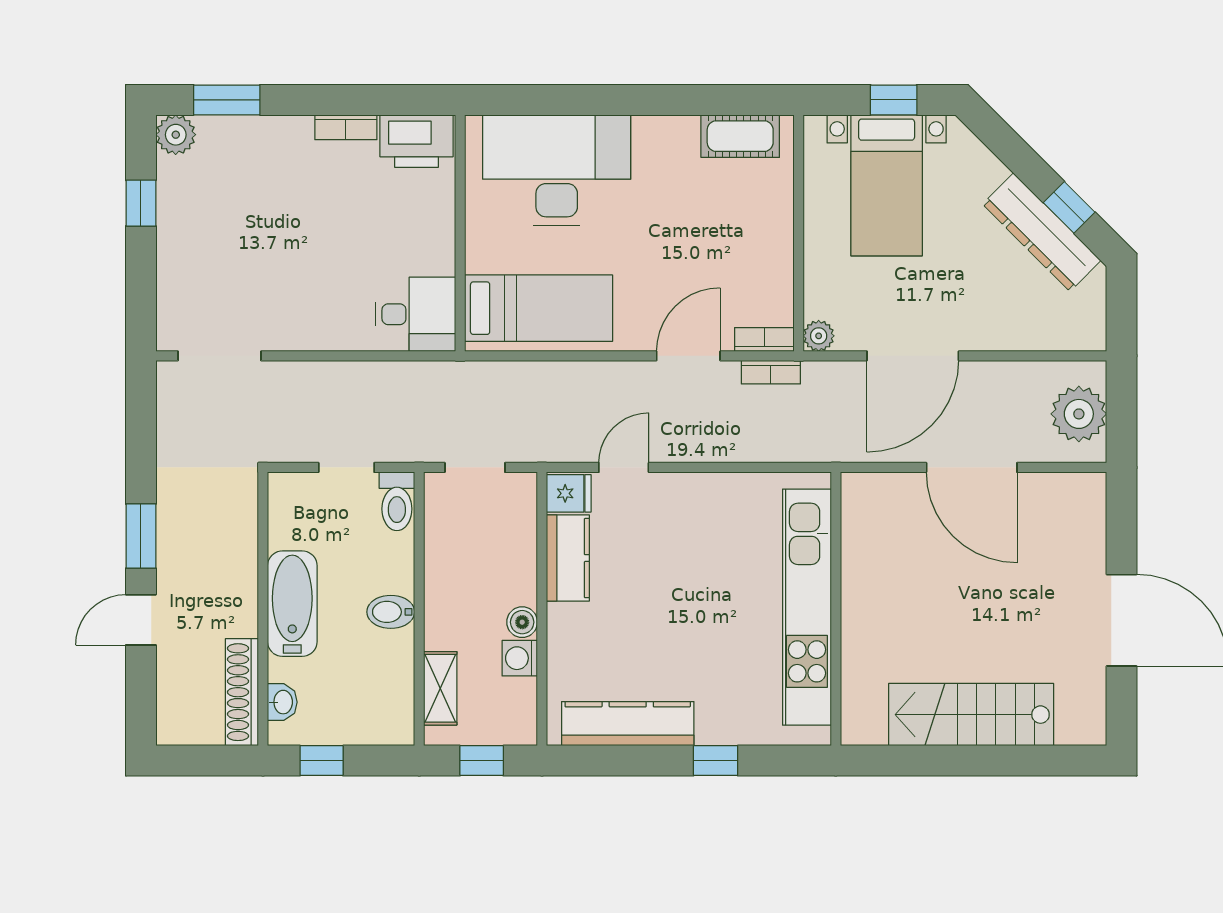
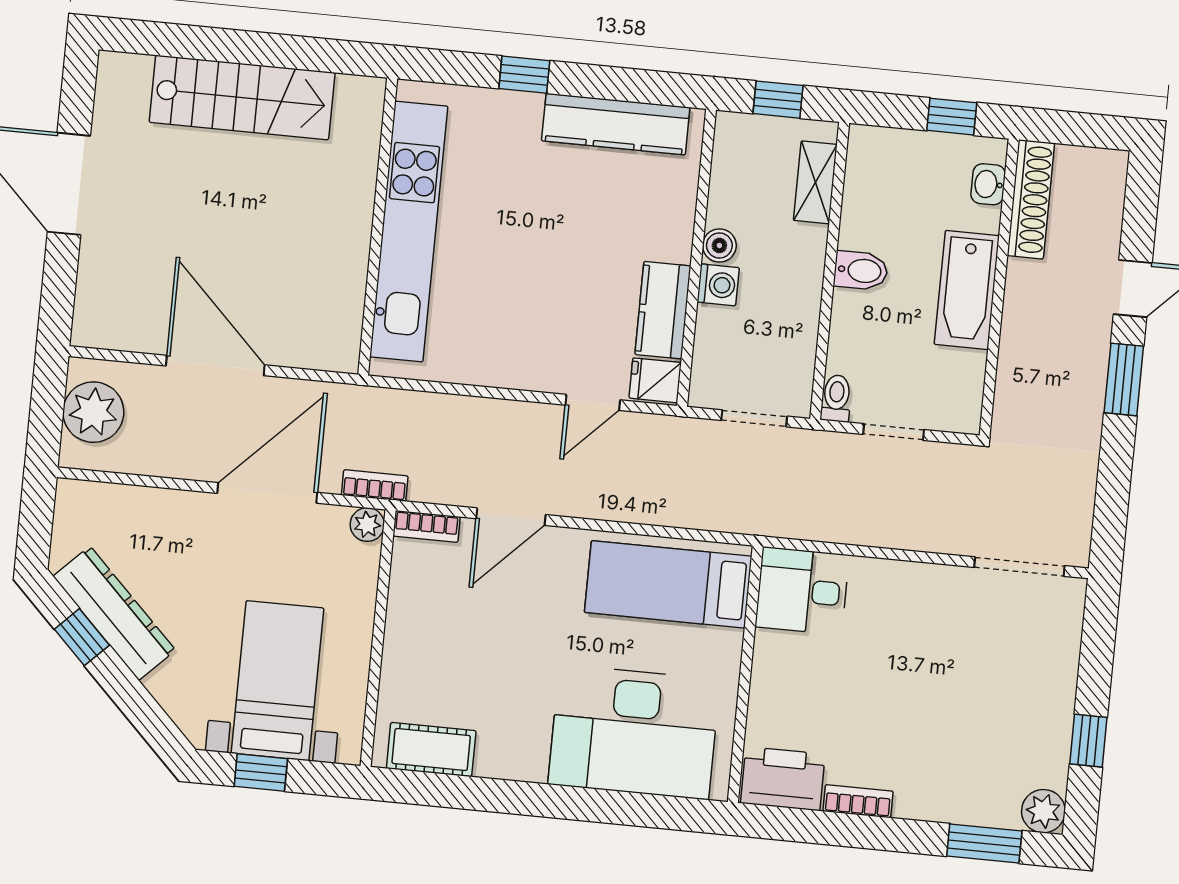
bookcase: (771, 372) -> (375, 485), moved
toilet: (397, 501) -> (836, 398), width x0.73, depth x0.72
washing machine: (520, 658) -> (718, 285), moved

